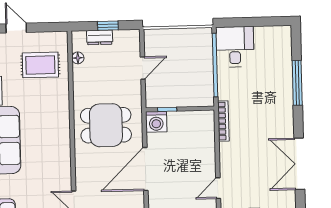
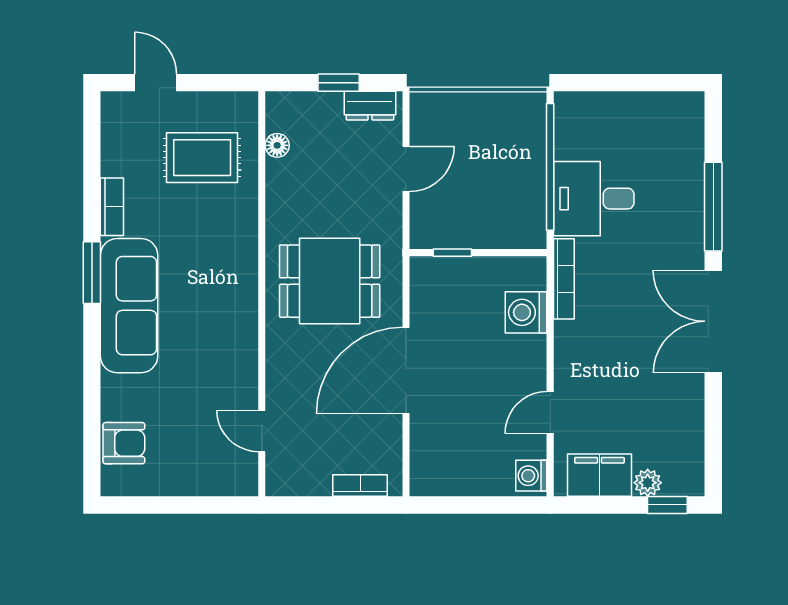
dresser: (100, 37) -> (370, 106), moved
desk: (235, 47) -> (594, 199), moved, turned -90
washing machine: (156, 122) -> (526, 312), moved, turned 90
double door: (299, 164) -> (713, 321), moved

